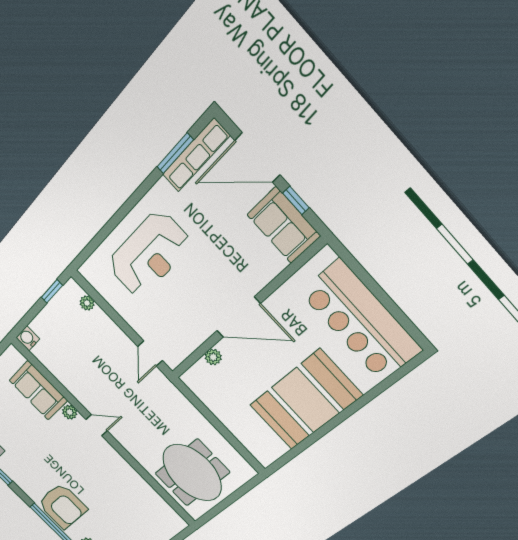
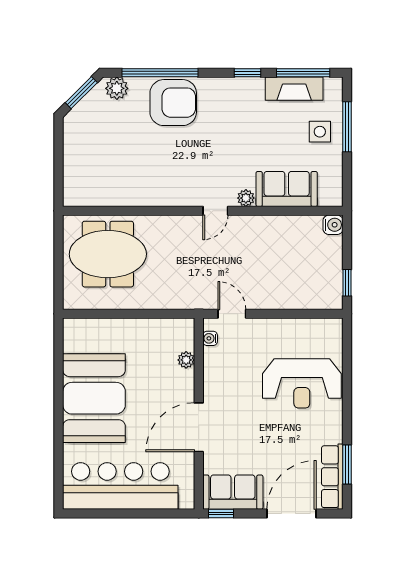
window: (296, 200) -> (221, 514), moved
reception desk: (149, 254) -> (302, 383), turned -90
plant: (87, 303) -> (313, 302), removed
door: (238, 317) -> (199, 427), moved
water cooler: (182, 354) -> (210, 338), added
armchair: (62, 506) -> (173, 103), turned 180

